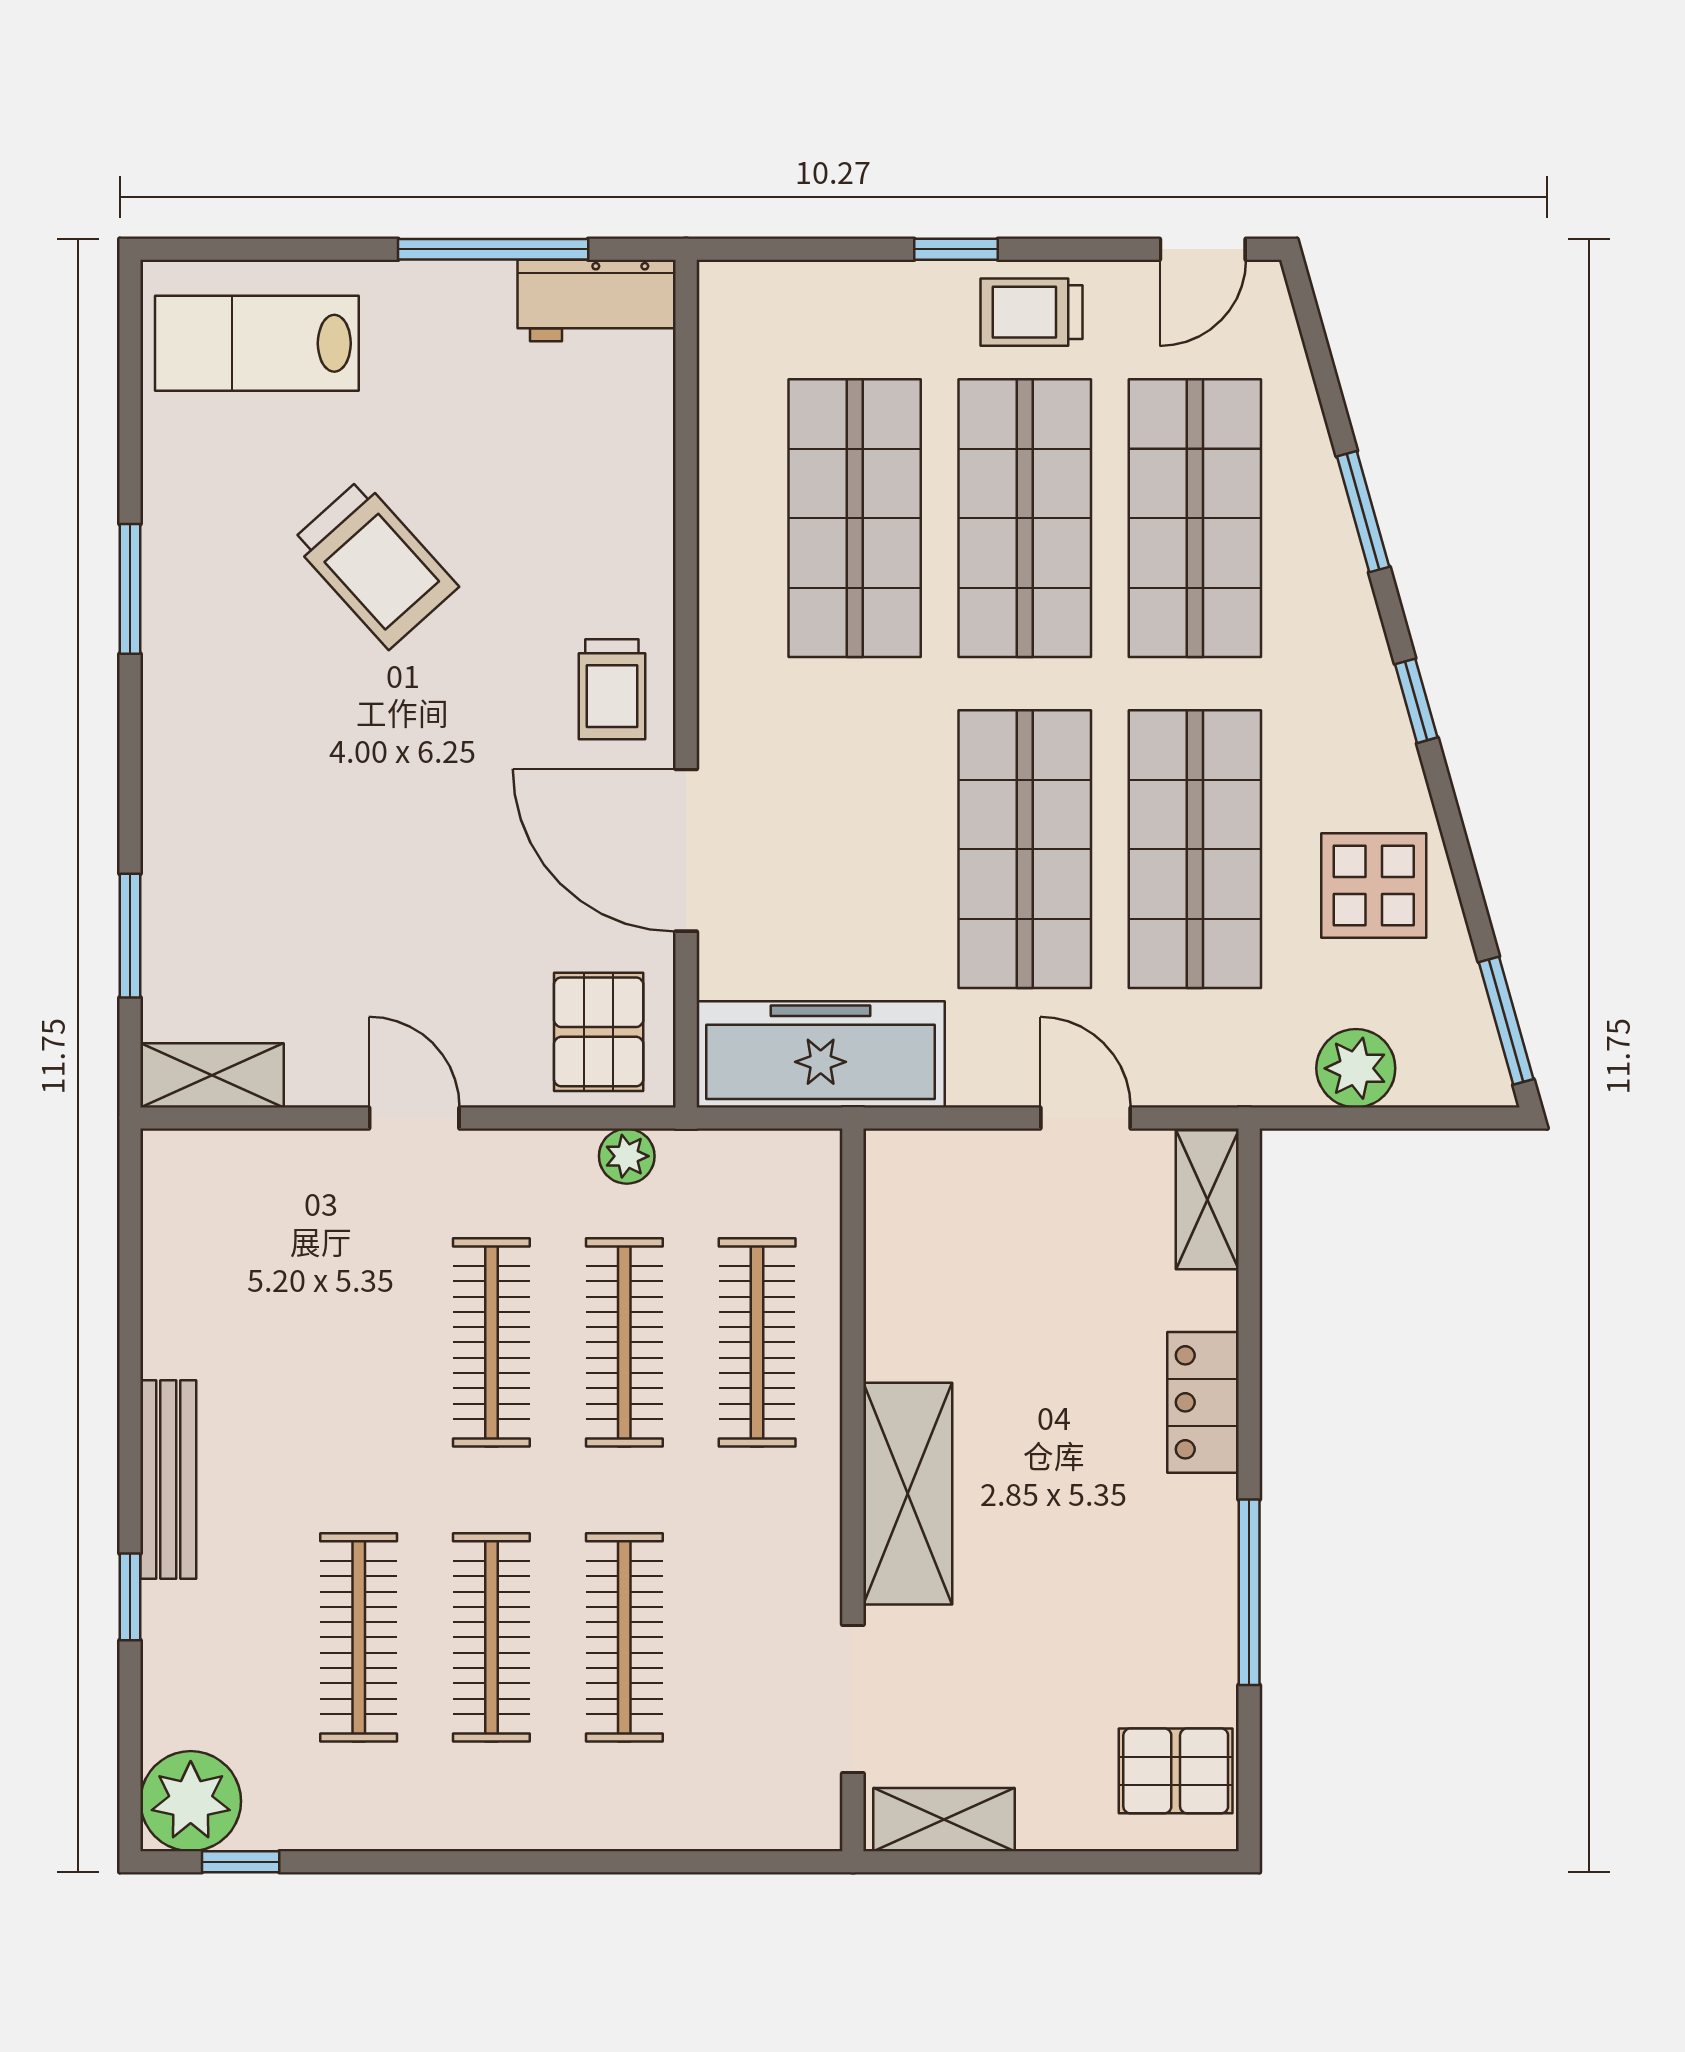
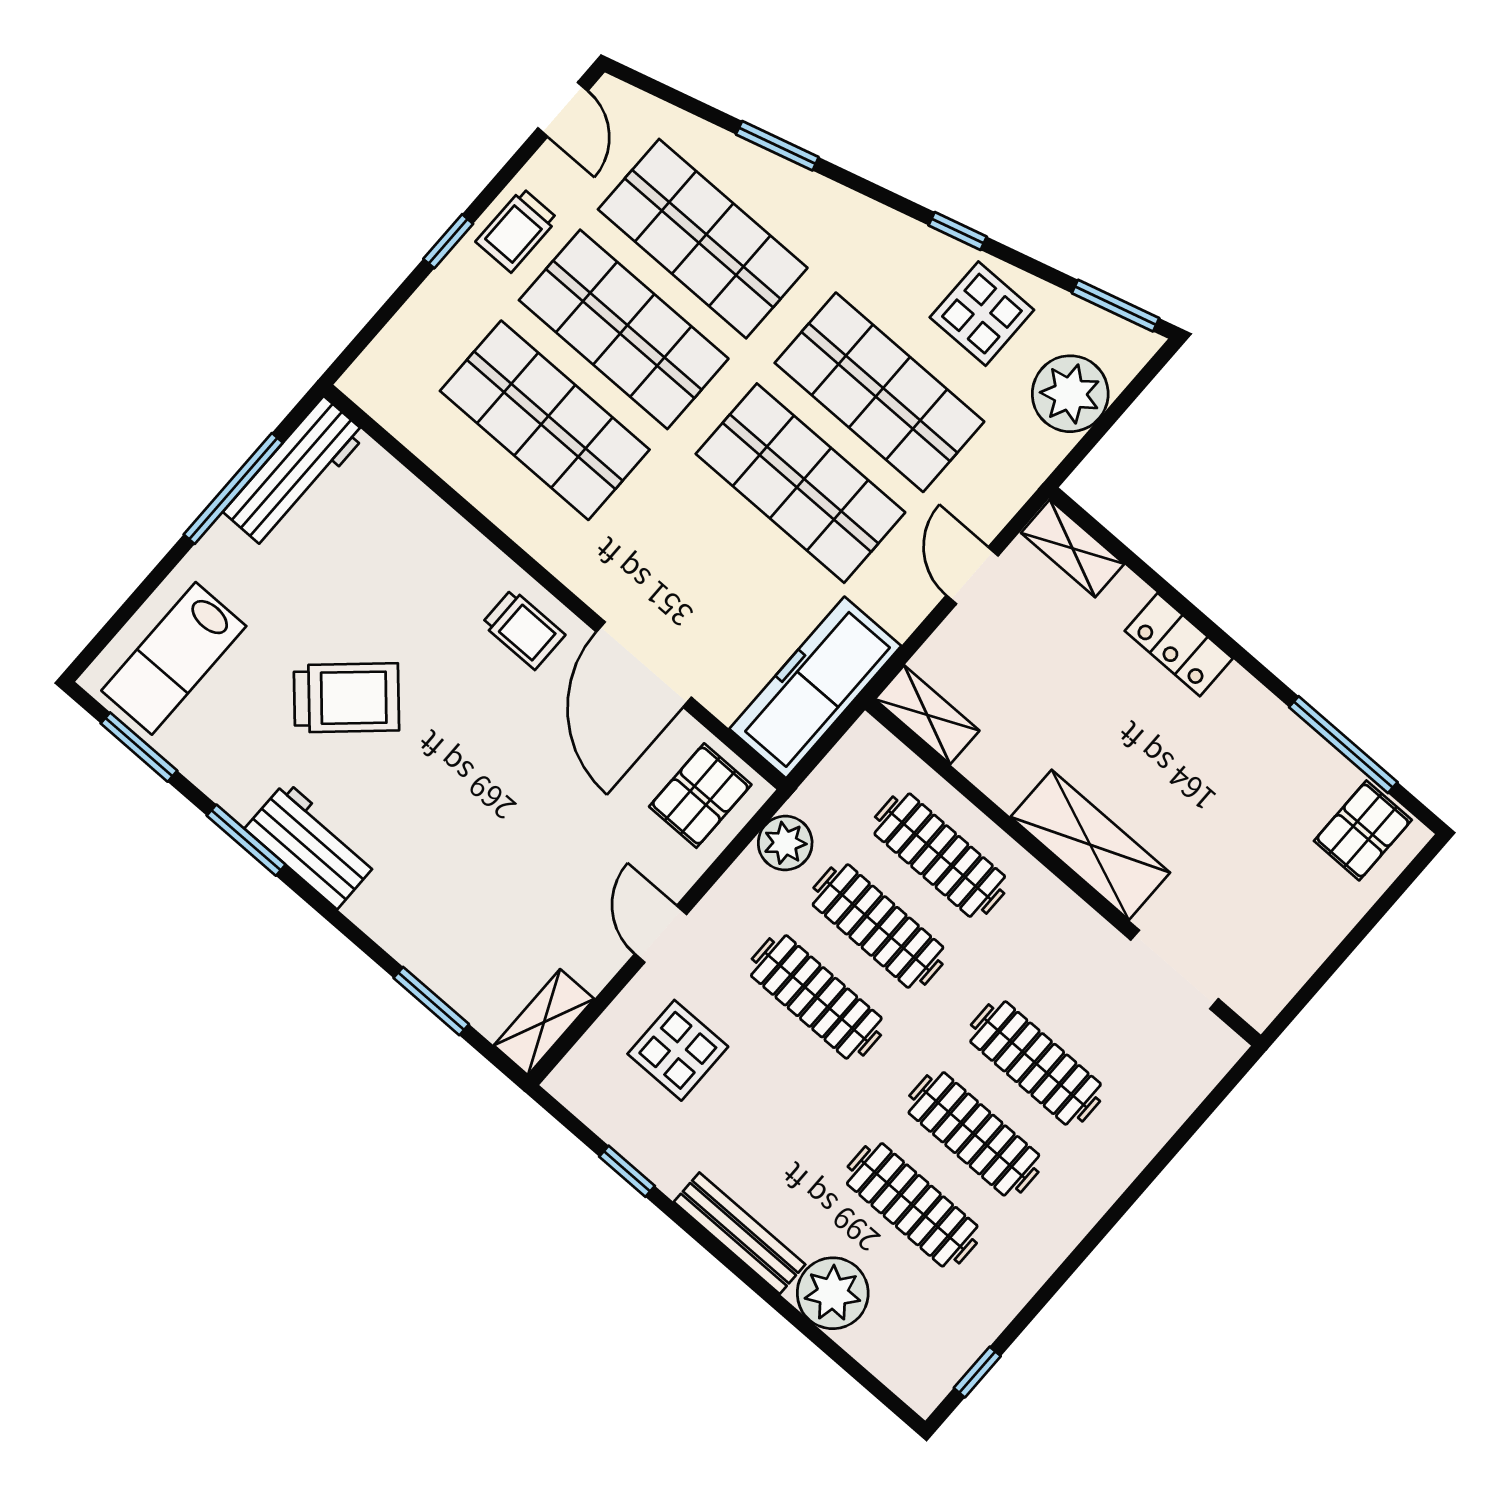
workbench: (597, 301) -> (295, 473), width x1.38
window: (130, 388) -> (139, 747), added
workbench: (185, 663) -> (312, 845), added
window: (1416, 701) -> (958, 231), moved
door: (686, 850) -> (644, 665), hinge flipped
pallet: (599, 1032) -> (700, 796), turned 90
plant: (1356, 1068) -> (1070, 394), width x1.36, depth x1.36
door: (414, 1118) -> (661, 934), hinge flipped
door: (1085, 1118) -> (972, 576), hinge flipped
plant: (627, 1156) -> (785, 843), width x1.38, depth x1.38
display table: (306, 1244) -> (678, 1050), added
window: (1249, 1592) -> (1343, 745), moved
window: (130, 1597) -> (627, 1171), moved
plant: (191, 1801) -> (833, 1293), moved
shelving: (944, 1820) -> (927, 715), moved, turned 90

